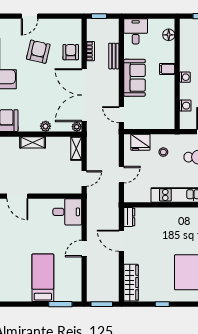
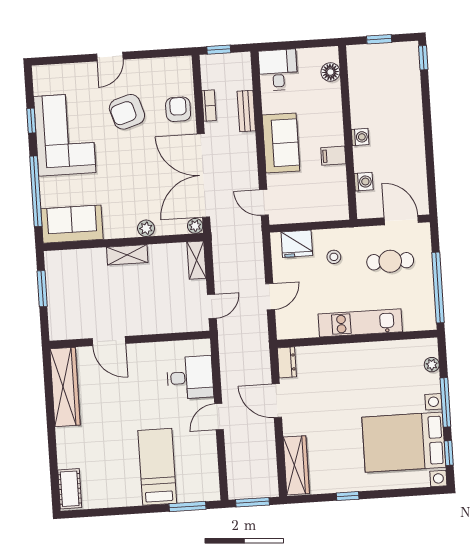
armchair: (38, 52) -> (127, 112), turned -120
filing cabinet: (167, 69) -> (333, 156), moved
desk: (67, 212) -> (190, 378), moved

